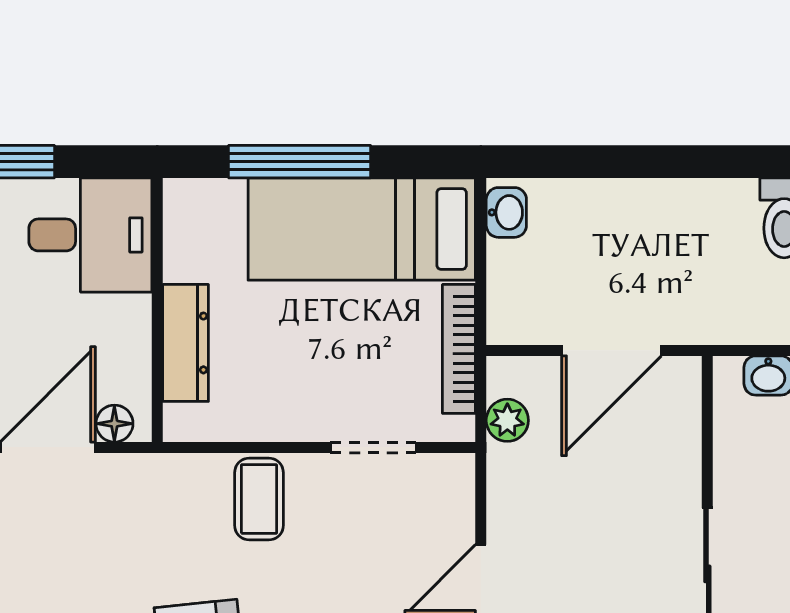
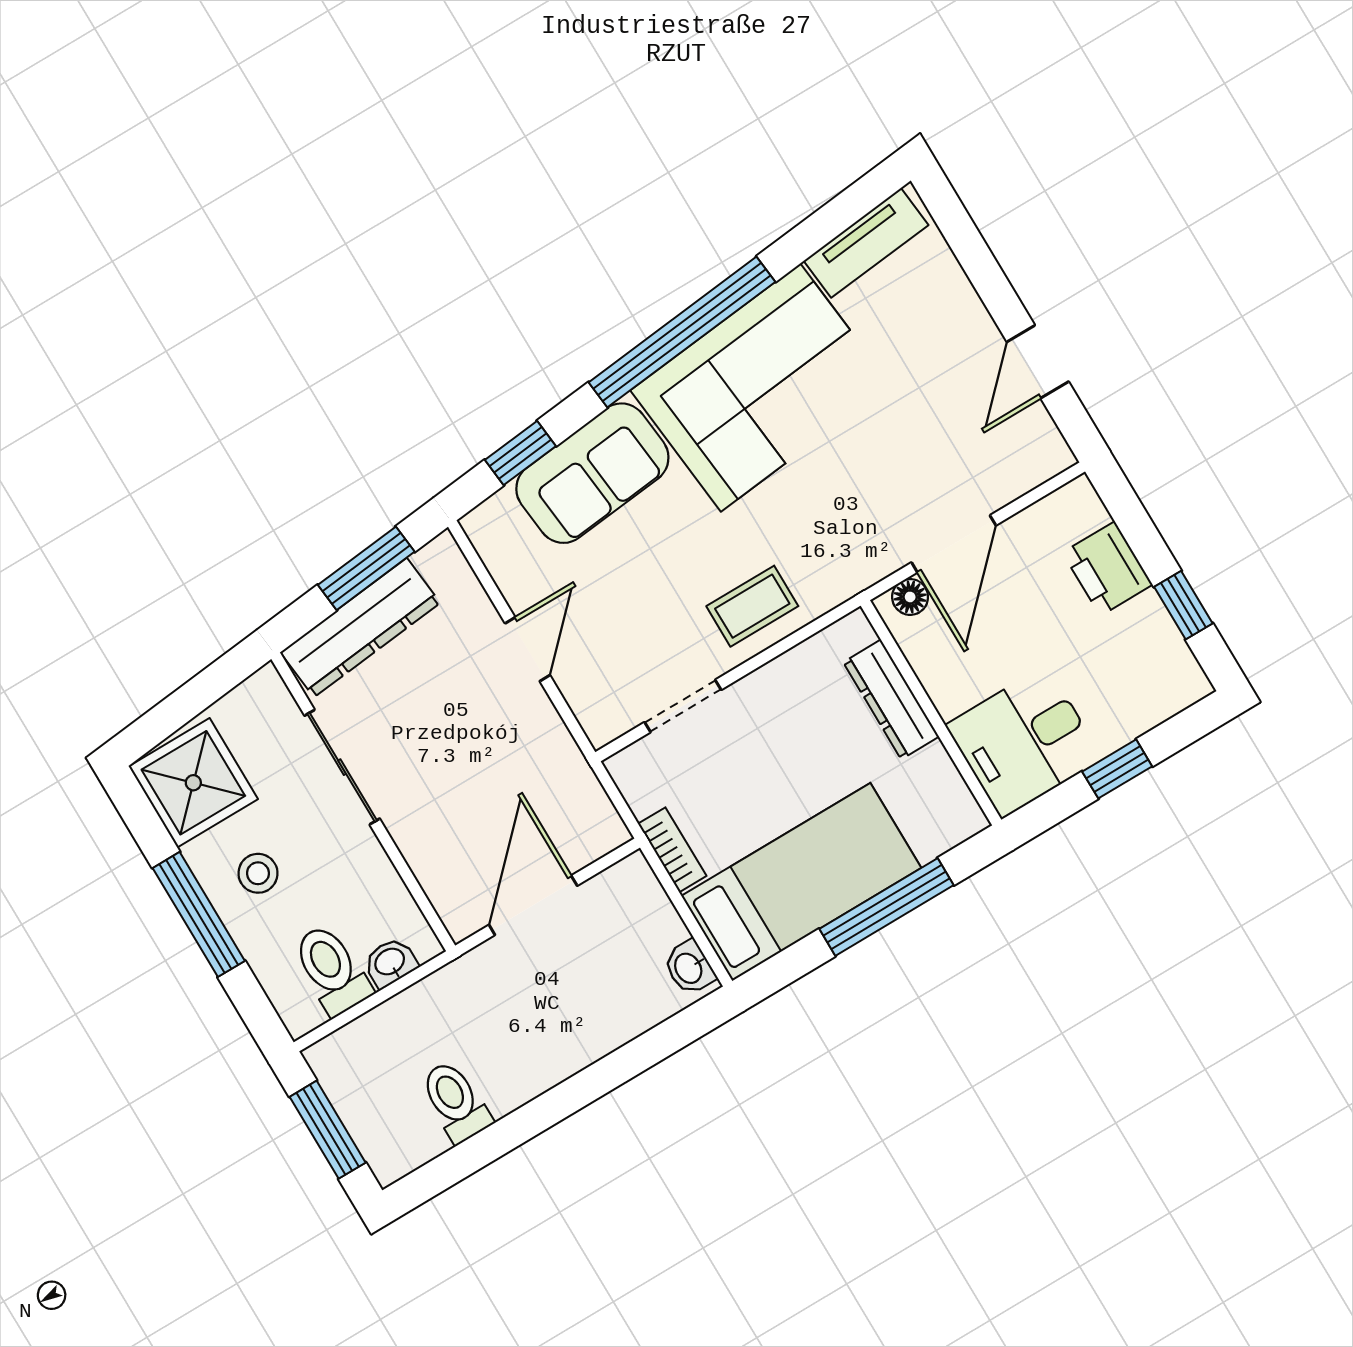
bookcase: (459, 349) -> (672, 850), width x0.64
plant: (507, 420) -> (585, 795), removed
coffee table: (259, 499) -> (752, 606), turned 90

